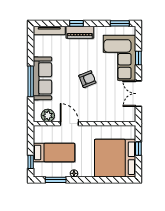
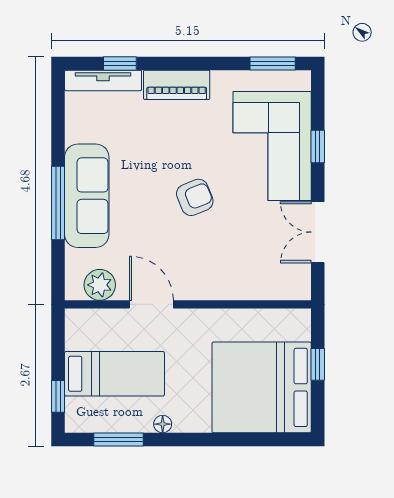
window: (77, 23) -> (120, 63), moved

